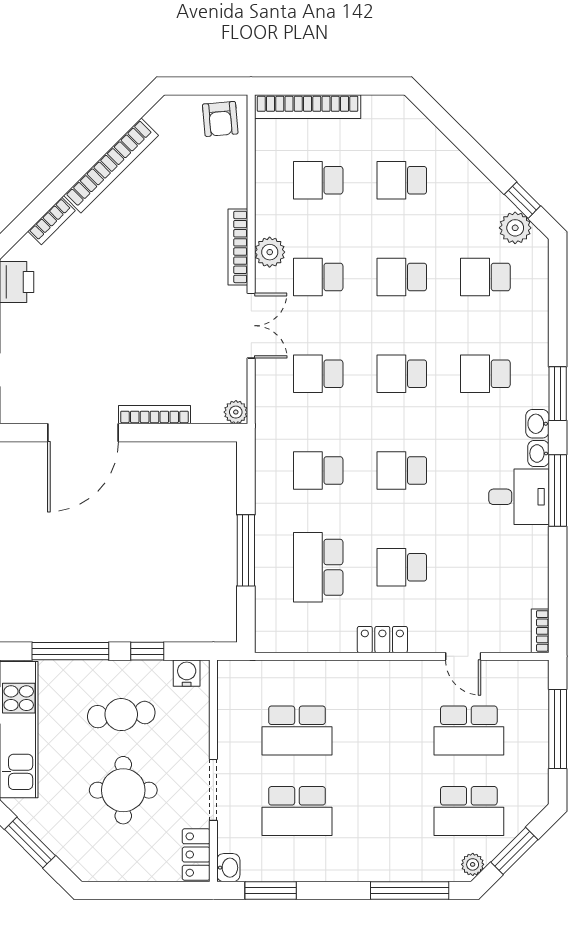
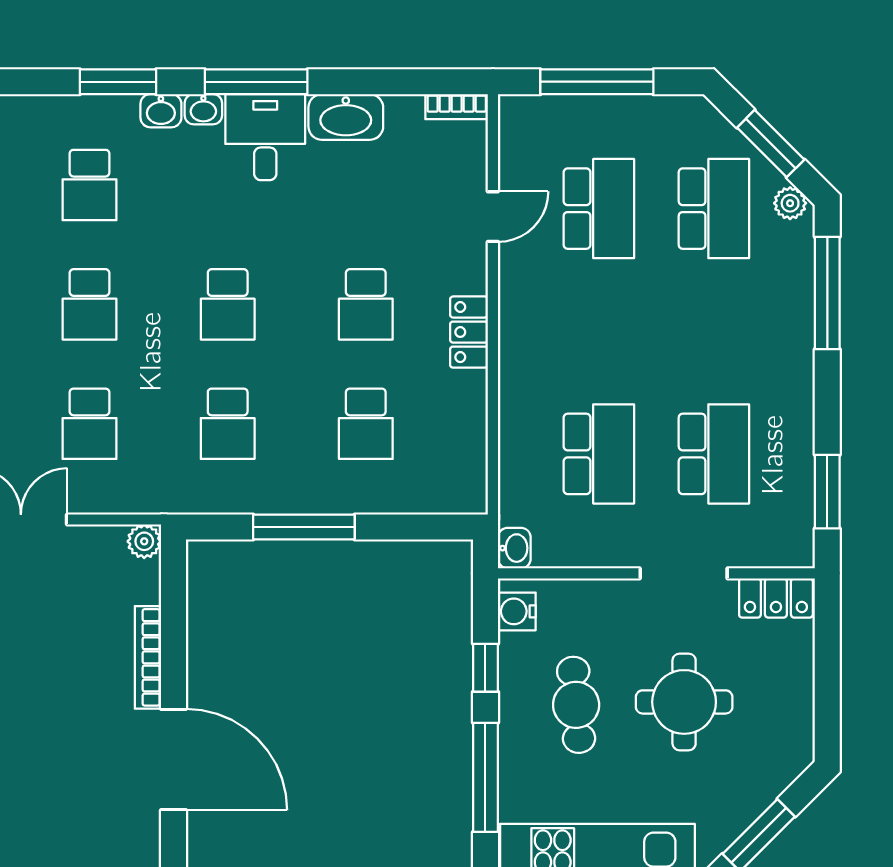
window: (246, 550) -> (304, 527), moved
washbasin: (533, 553) -> (346, 117), added
school desk: (318, 567) -> (366, 424), width x0.54
washbasin: (228, 868) -> (514, 548), moved, turned 90

